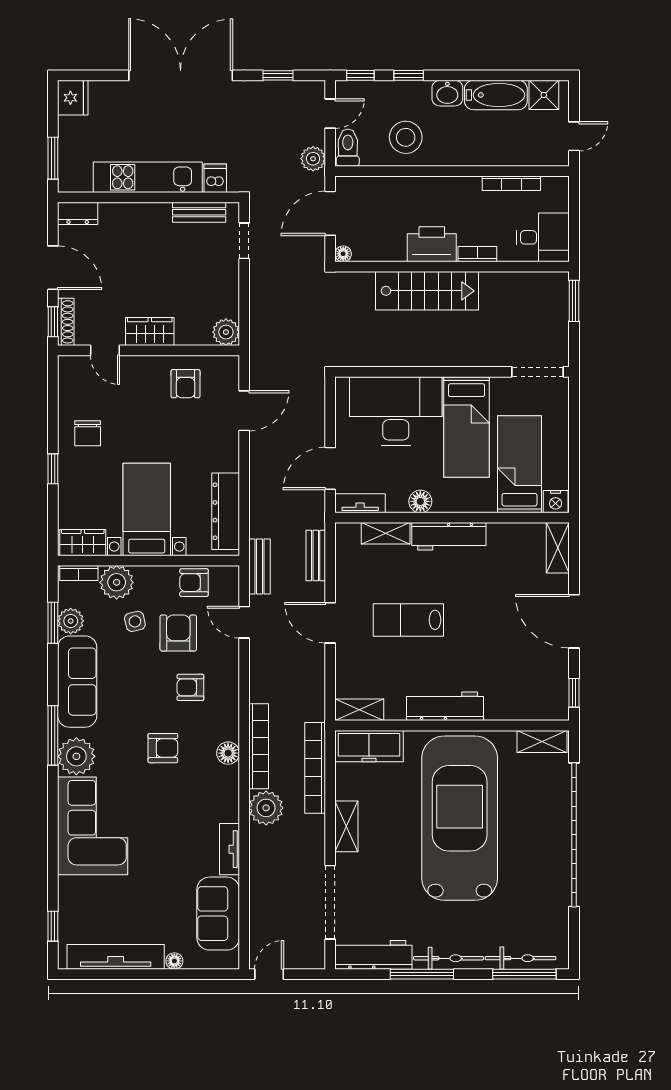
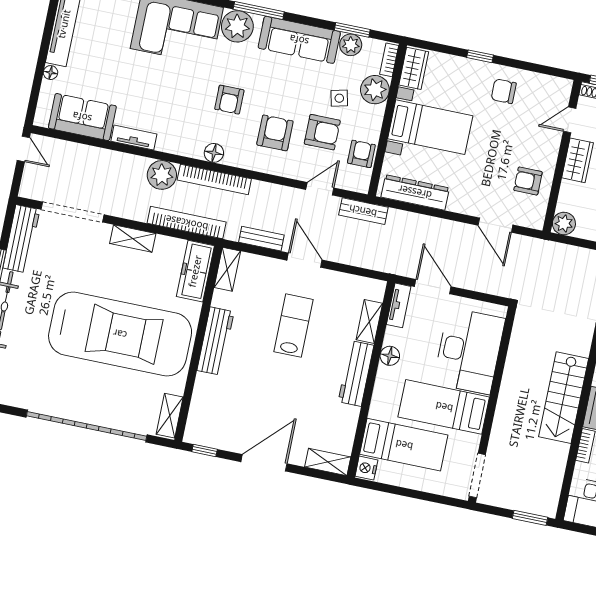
bench: (316, 555) -> (261, 239), moved
door: (330, 623) -> (305, 260), hinge flipped
armchair: (190, 687) -> (275, 133), width x1.38, depth x1.38

